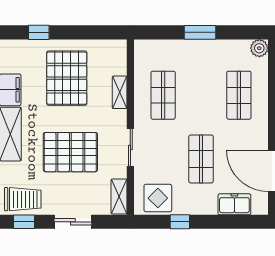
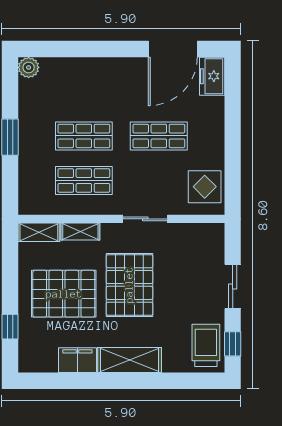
shop shelf: (239, 95) -> (84, 136), moved
pallet: (70, 152) -> (129, 285), moved
shelving: (119, 196) -> (39, 232), moved
freezer: (234, 204) -> (212, 76), moved
window: (180, 222) -> (233, 161), removed

